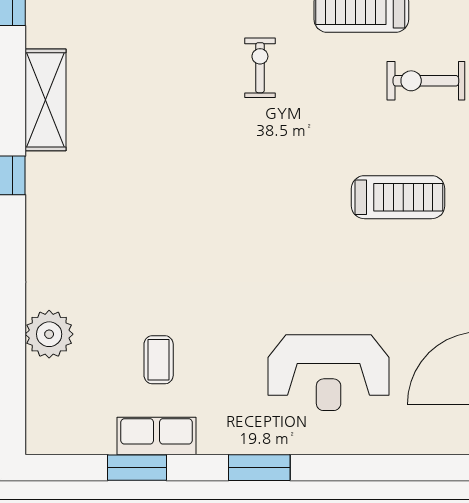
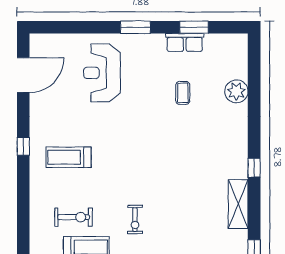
exercise bike: (426, 81) -> (74, 217), moved
coffee table: (159, 360) -> (183, 93), moved
reception desk: (329, 373) -> (102, 73), turned -90

